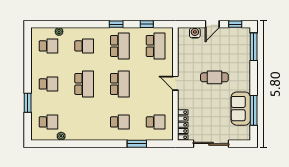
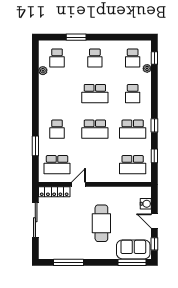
window: (48, 24) -> (154, 58), added
cafe table: (214, 77) -> (101, 223), width x1.37, depth x1.35
door: (175, 83) -> (79, 184), moved
sofa: (241, 109) -> (133, 249), moved
school desk: (156, 122) -> (57, 165), width x1.85

